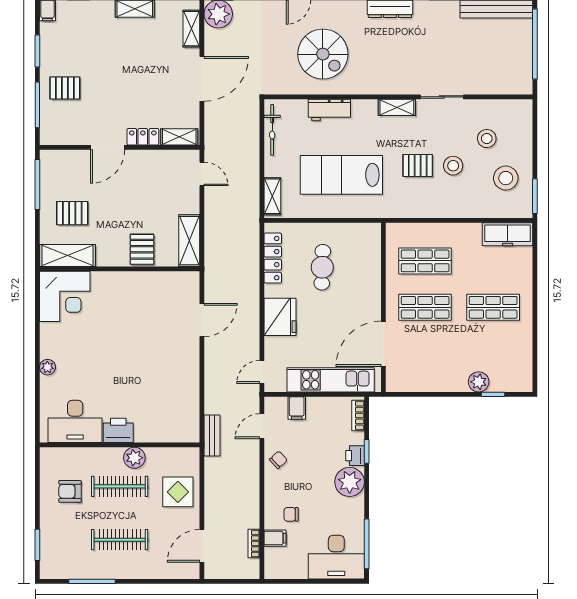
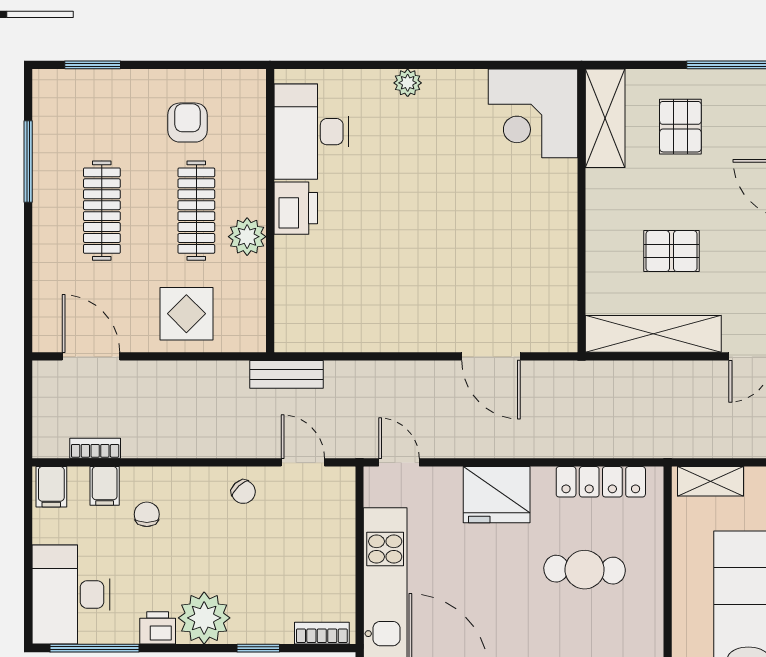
shelving: (189, 241) -> (653, 334), width x1.47
pallet: (142, 249) -> (672, 251), moved
filing cabinet: (297, 408) -> (51, 487), moved, turned -90
printer: (355, 456) -> (158, 628), moved

